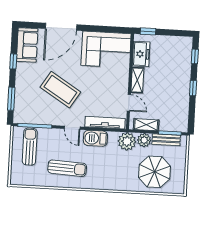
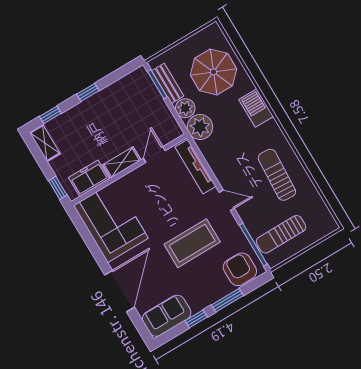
door: (61, 27) -> (120, 291), hinge flipped
coffee table: (60, 90) -> (192, 243), turned 58
window: (11, 99) -> (227, 300), moved
armchair: (25, 108) -> (240, 269), added
shelving: (146, 125) -> (45, 143), moved
door: (72, 128) -> (227, 200), hinge flipped
barbecue: (95, 138) -> (256, 108), moved, turned 180

